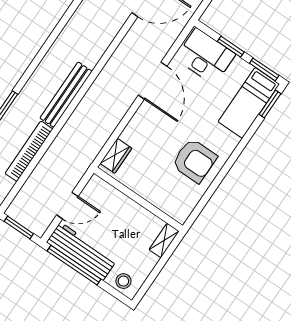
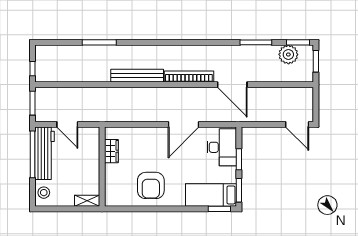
bookcase: (29, 151) -> (189, 77), moved
wardrobe: (116, 156) -> (111, 151), moved, turned -90

